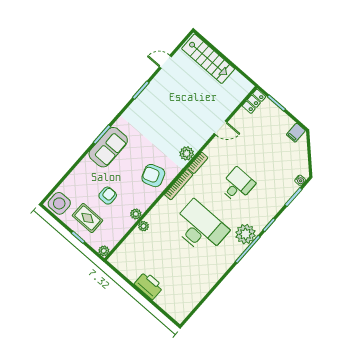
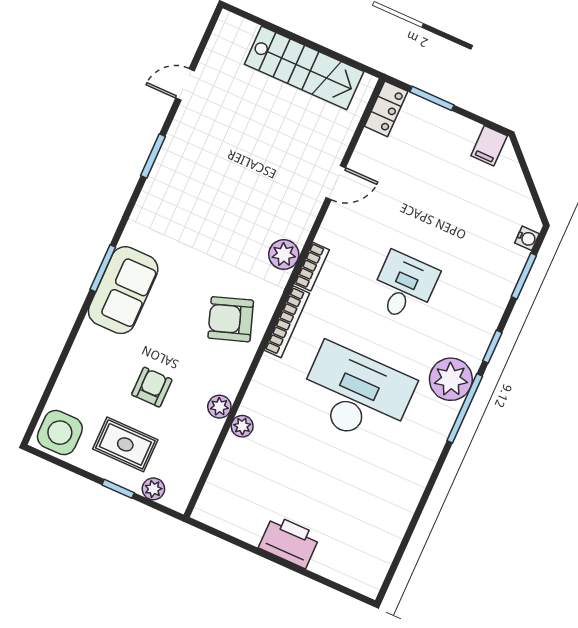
stairs: (208, 59) -> (304, 68), moved
plant: (104, 251) -> (153, 489), moved

